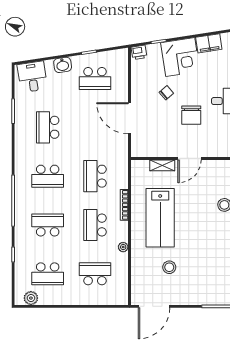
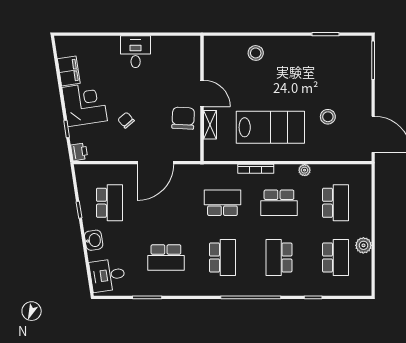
chair: (191, 115) -> (183, 118), moved, turned -87
school desk: (95, 176) -> (222, 203), turned 180
school desk: (95, 274) -> (335, 203), turned 180
plant: (31, 298) -> (363, 245), moved

